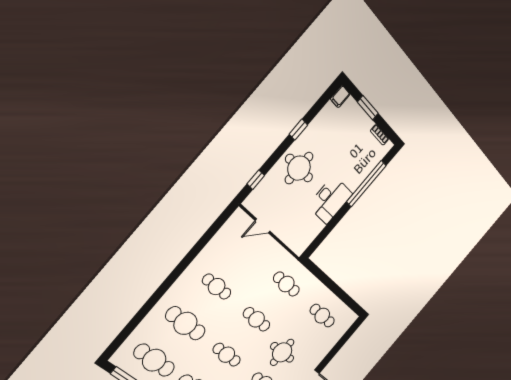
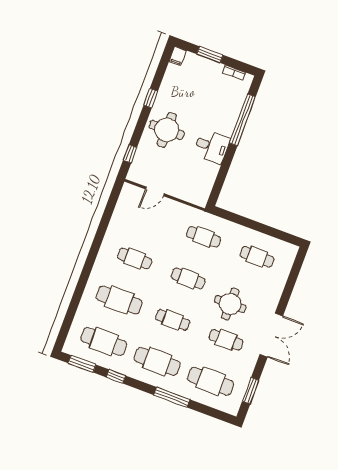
desk: (330, 200) -> (212, 147), width x0.73

